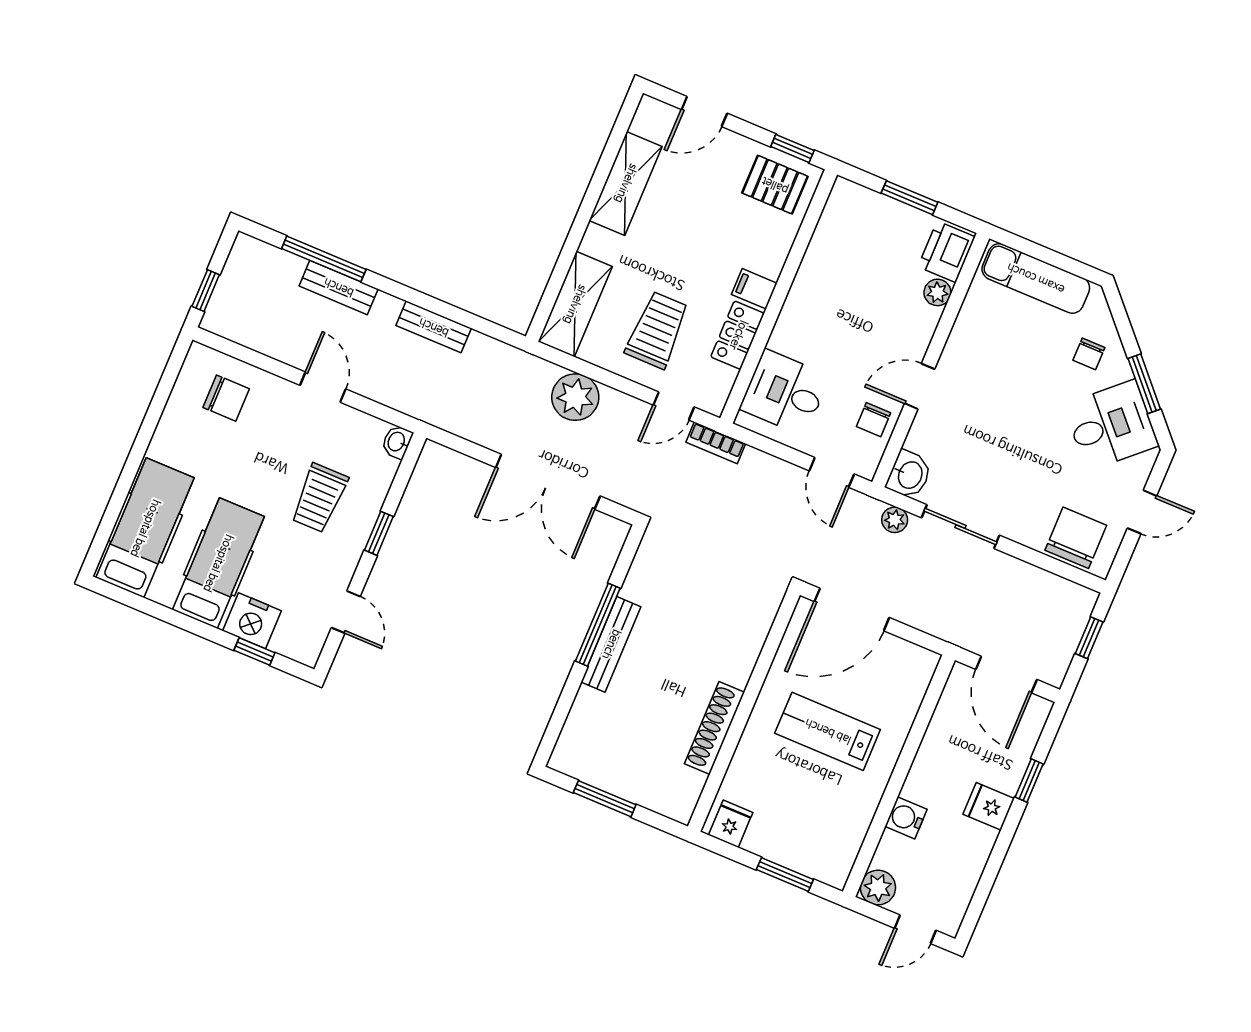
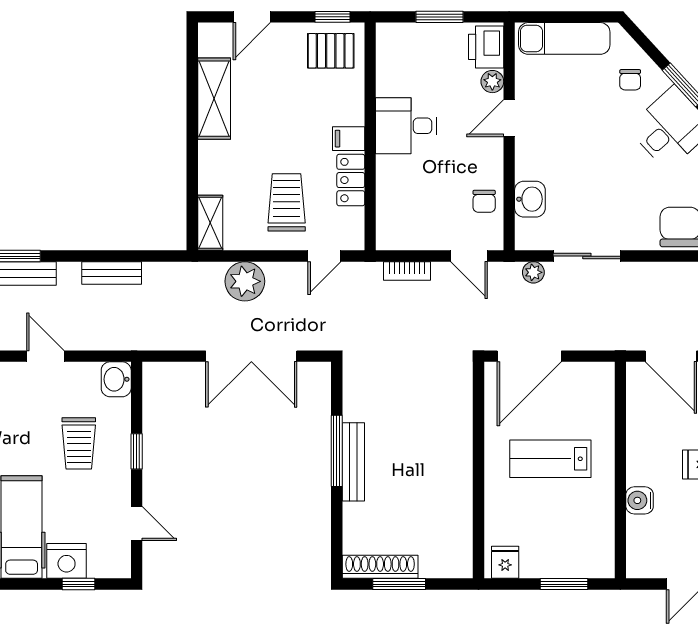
shelving: (575, 304) -> (210, 223), width x0.67, depth x0.75
door: (920, 386) -> (509, 118), moved
desk: (785, 392) -> (406, 126), moved
washbasin: (397, 442) -> (116, 379), width x1.38, depth x1.45
bookcase: (716, 443) -> (407, 271), moved
washbasin: (909, 475) -> (530, 199), moved
shoe rack: (715, 728) -> (380, 567), moved, turned 90
plant: (878, 888) -> (641, 564), removed

